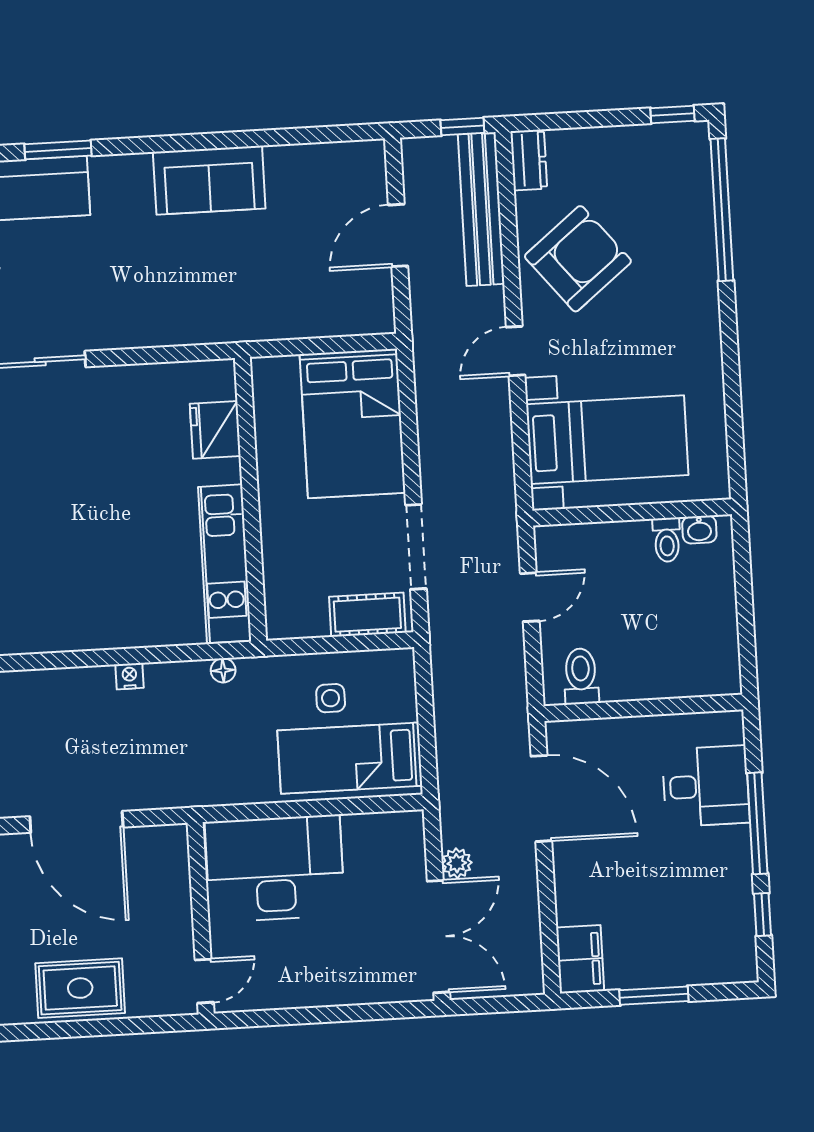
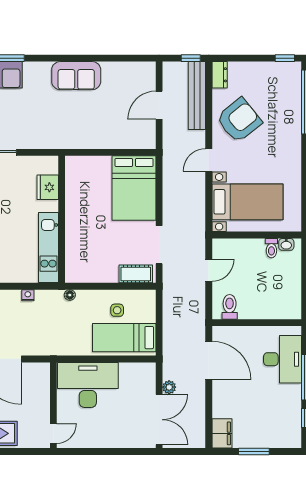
fridge: (215, 430) -> (48, 187), moved
wall: (250, 499) -> (62, 219), moved
kitchen unit: (225, 564) -> (48, 247), moved
desk: (706, 786) -> (283, 359), width x1.37

